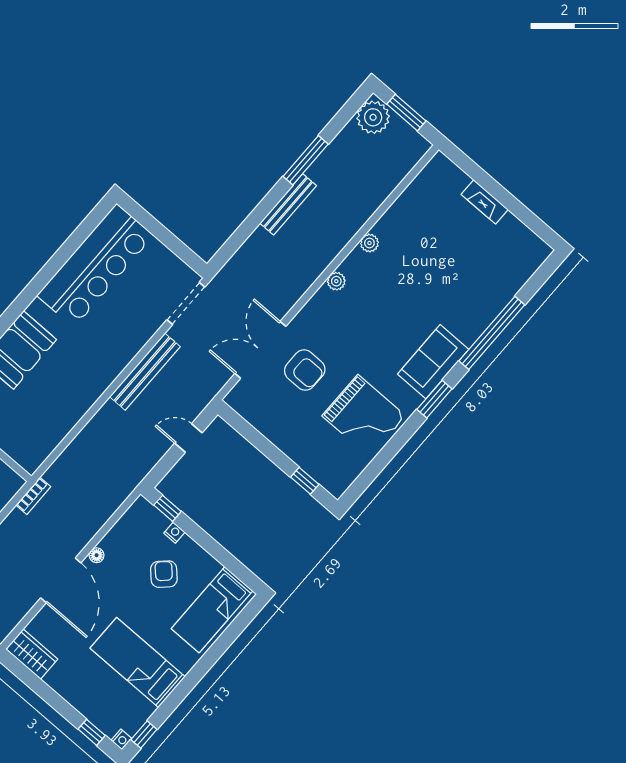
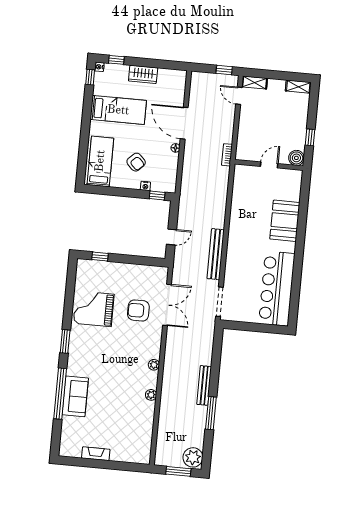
fireplace: (485, 202) -> (96, 454), moved
sofa: (433, 362) -> (75, 396), moved
wardrobe: (32, 654) -> (143, 74), moved

